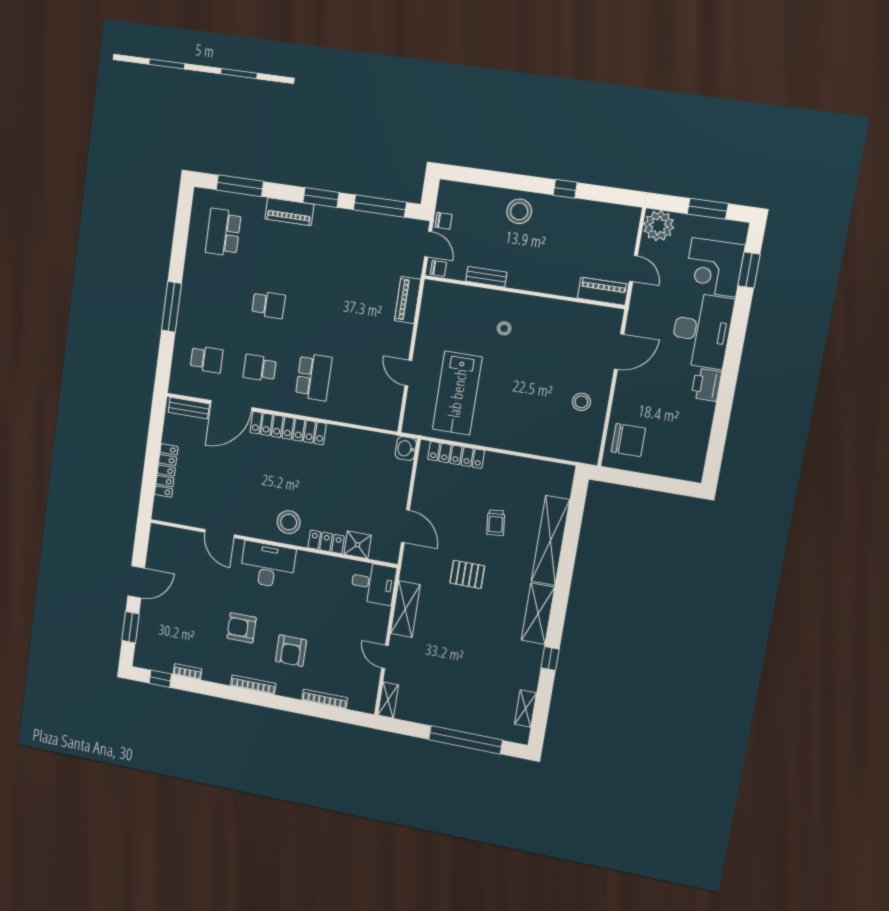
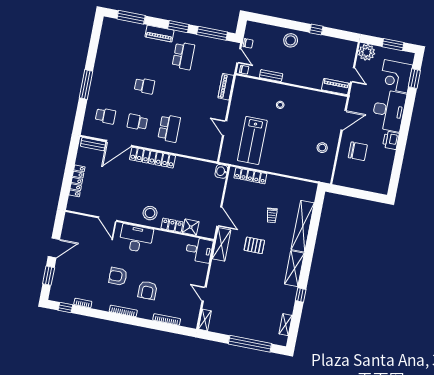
school desk: (223, 233) -> (183, 56), moved, turned 180
chair: (628, 440) -> (358, 151), moved
shelving: (405, 609) -> (222, 244), moved

